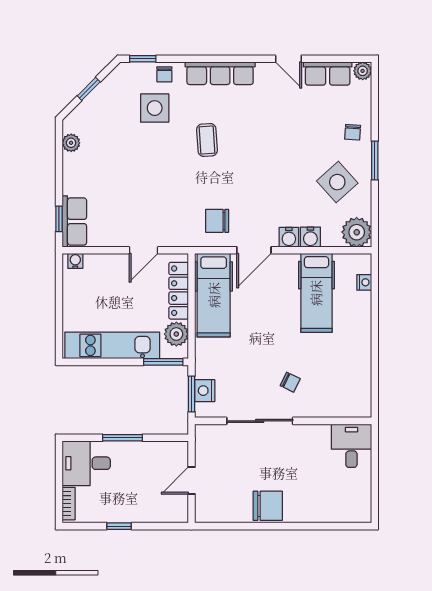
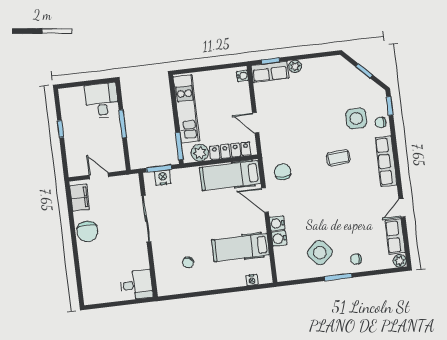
plant: (71, 143) -> (295, 66), moved
plant: (357, 232) -> (286, 270), removed
chair: (290, 382) -> (188, 262), moved
bookcase: (69, 504) -> (72, 92), removed
filing cabinet: (219, 511) -> (80, 197), added

